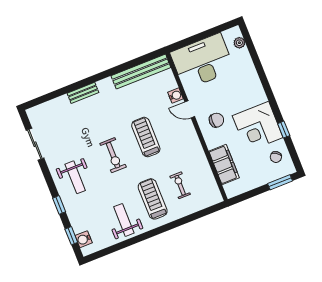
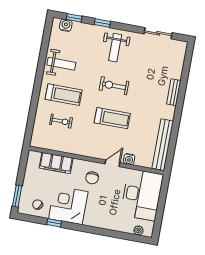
weight bench: (75, 177) -> (115, 48), turned -90

